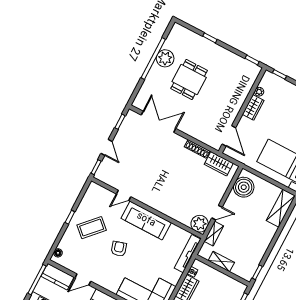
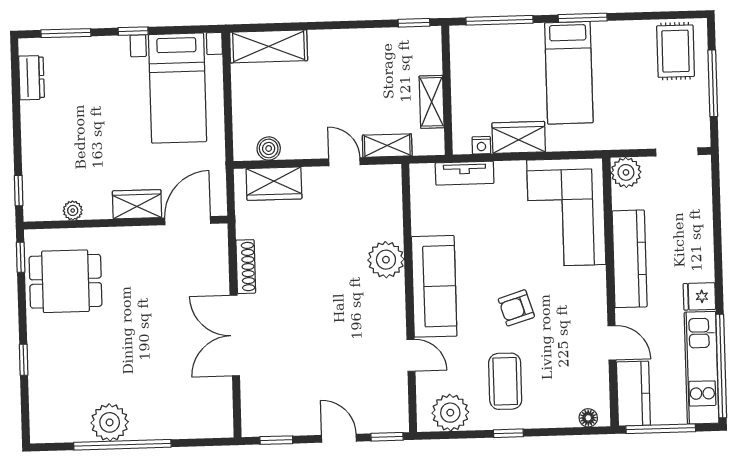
dining table: (189, 79) -> (65, 281), moved
wardrobe: (253, 107) -> (137, 204), moved
double door: (158, 122) -> (235, 336), moved
door: (106, 147) -> (339, 438), hinge flipped
wardrobe: (219, 164) -> (274, 184), moved, turned 90
boiler: (244, 187) -> (269, 148), width x0.54, depth x0.54
plant: (91, 198) -> (450, 413), added
plant: (200, 224) -> (386, 260), moved
coffee table: (92, 228) -> (505, 381), turned 47
tv unit: (188, 254) -> (465, 173), width x0.71

